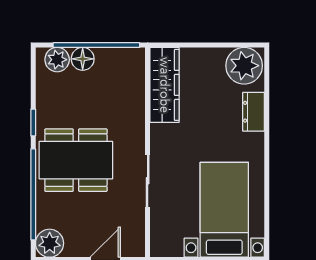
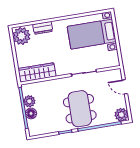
plant: (57, 60) -> (29, 101), moved

